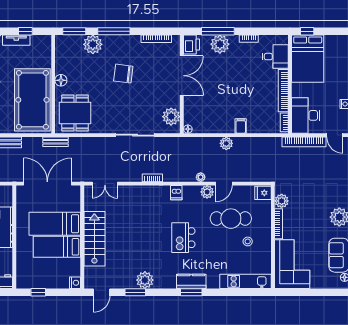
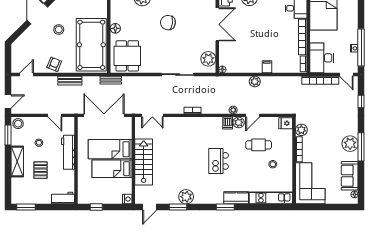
dishwasher: (176, 193) -> (228, 123), moved
cafe table: (231, 219) -> (259, 145), width x0.73, depth x0.74
kitchen counter: (191, 281) -> (236, 198), moved

